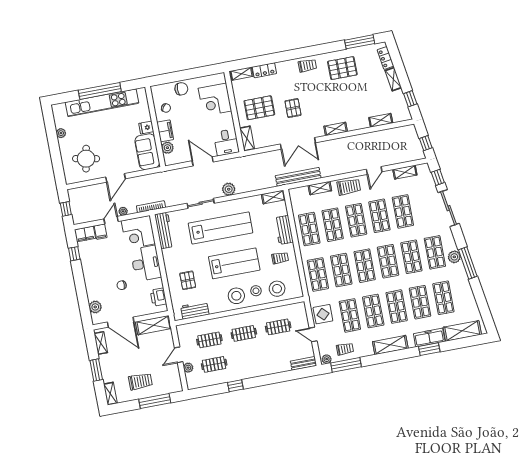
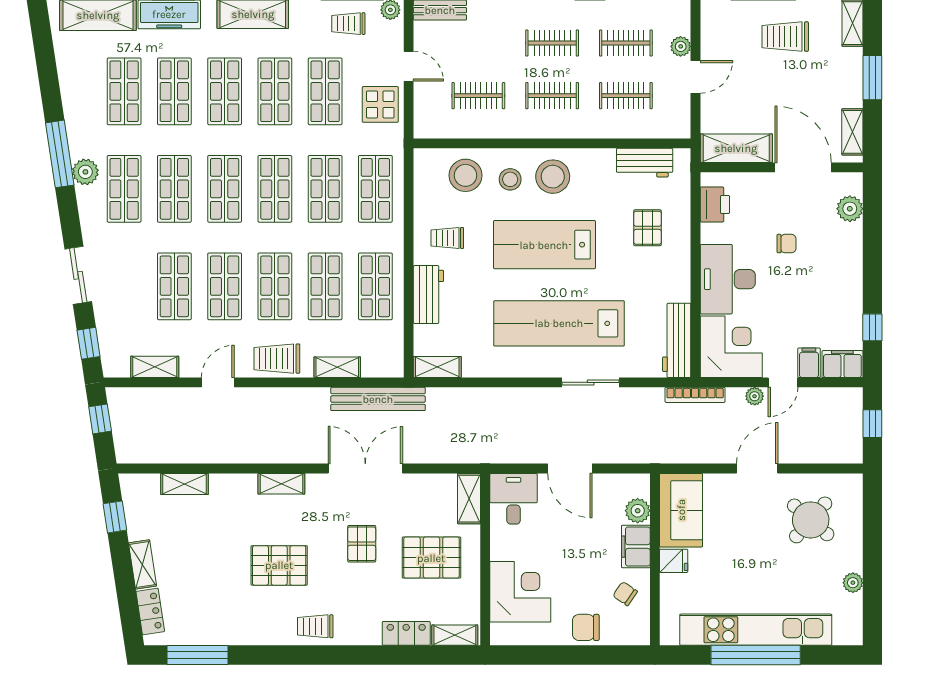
pallet: (342, 68) -> (279, 565), moved
round table: (86, 159) -> (811, 520), turned 30
plant: (229, 189) -> (527, 401), removed
sliding door: (449, 208) -> (78, 275), width x0.73
clothes rail: (248, 358) -> (552, 43), added

